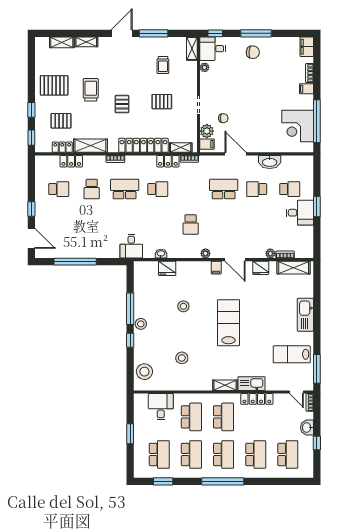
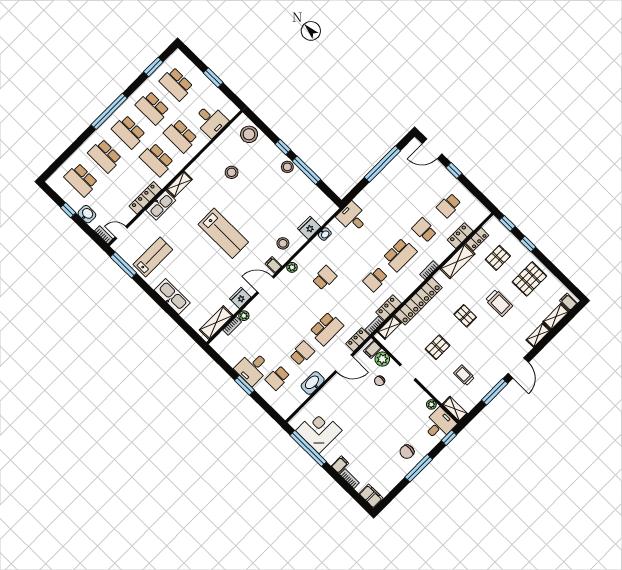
filing cabinet: (43, 44) -> (568, 302), added
locker: (210, 161) -> (358, 340), added
school desk: (191, 224) -> (325, 278), turned 90
stool: (183, 306) -> (283, 243), moved

